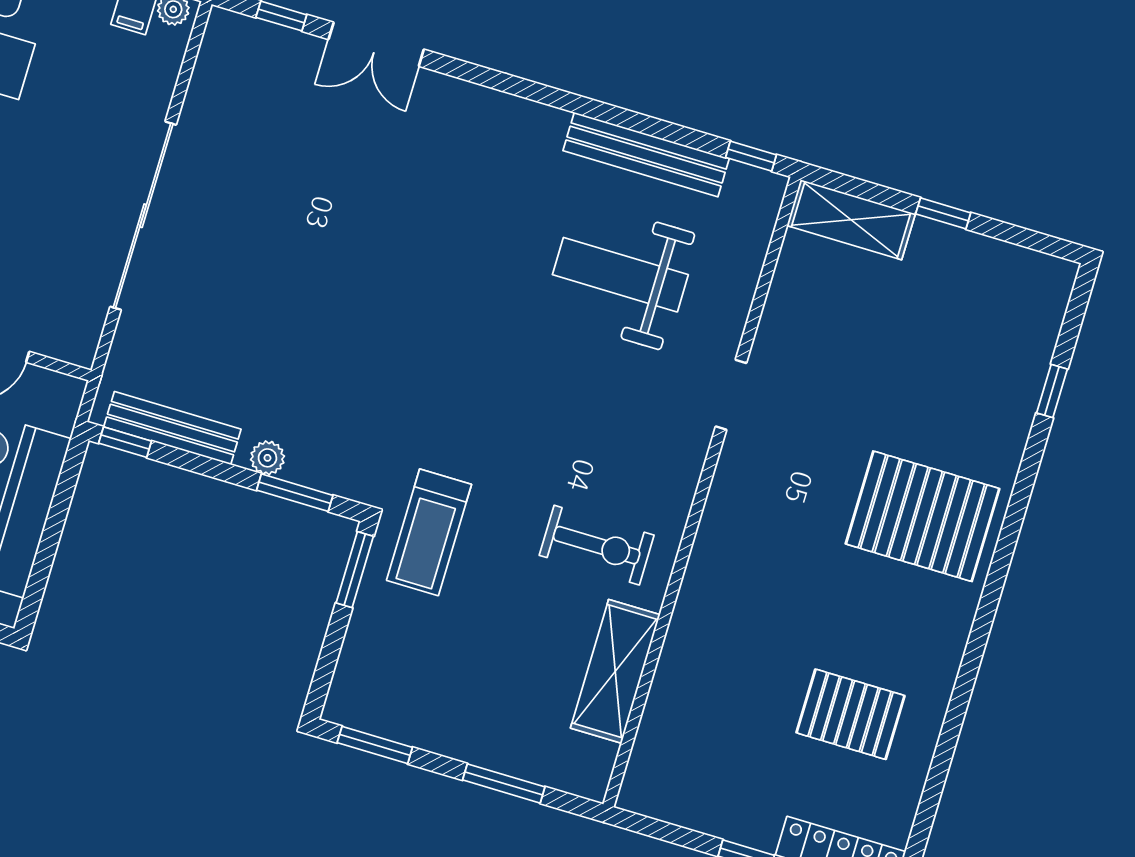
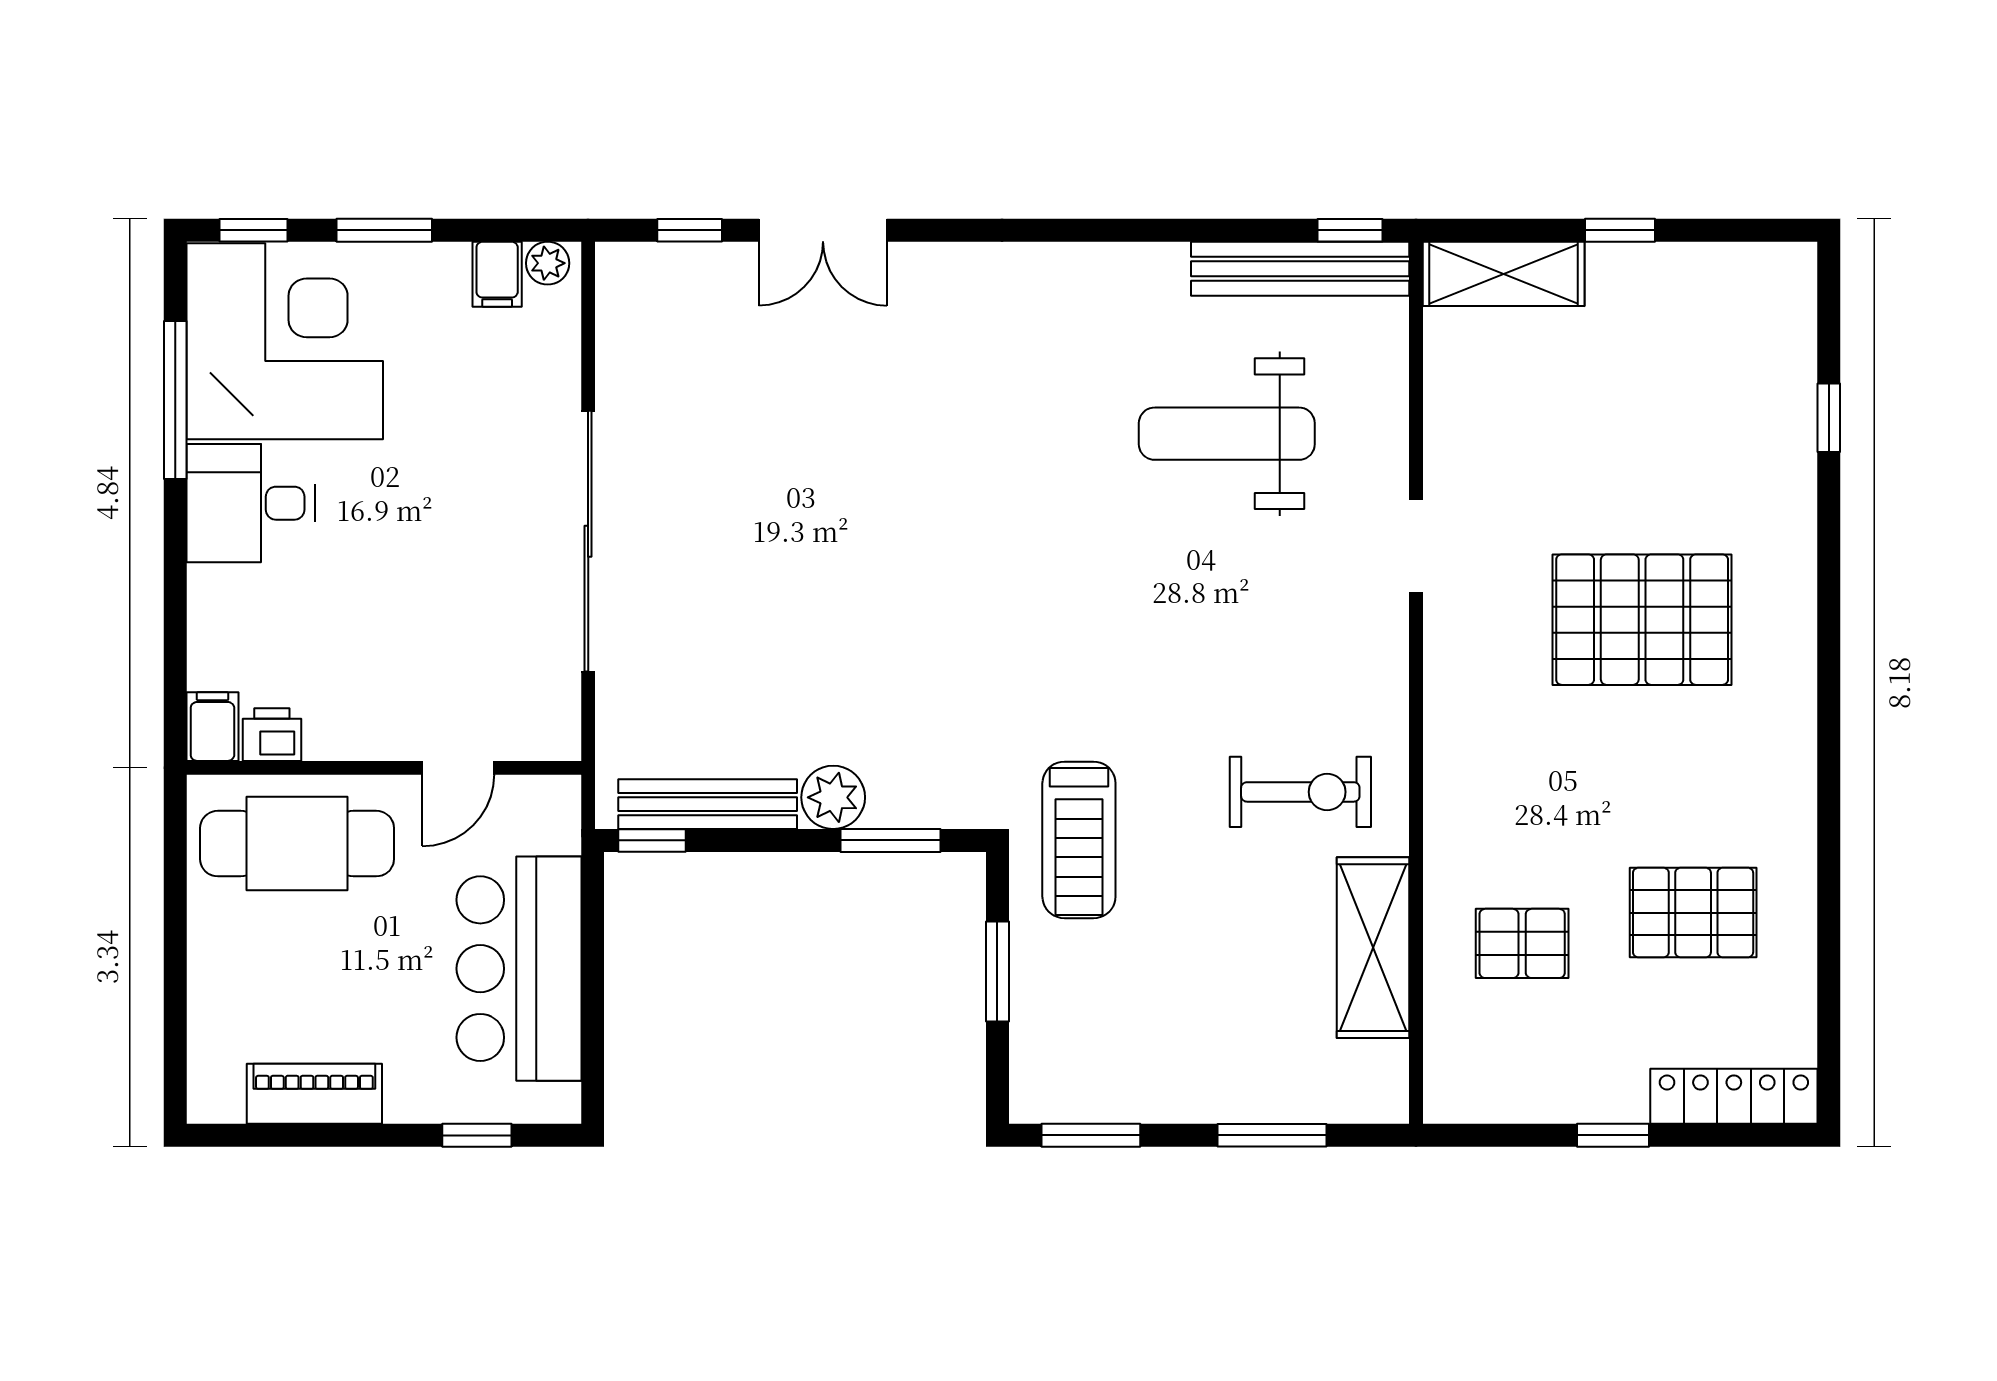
bench: (646, 155) -> (1300, 269), moved
plant: (267, 458) -> (833, 797), width x1.38, depth x1.38
pallet: (923, 516) -> (1642, 620), moved
window: (355, 570) -> (997, 971), moved
pallet: (722, 700) -> (1522, 943), added

